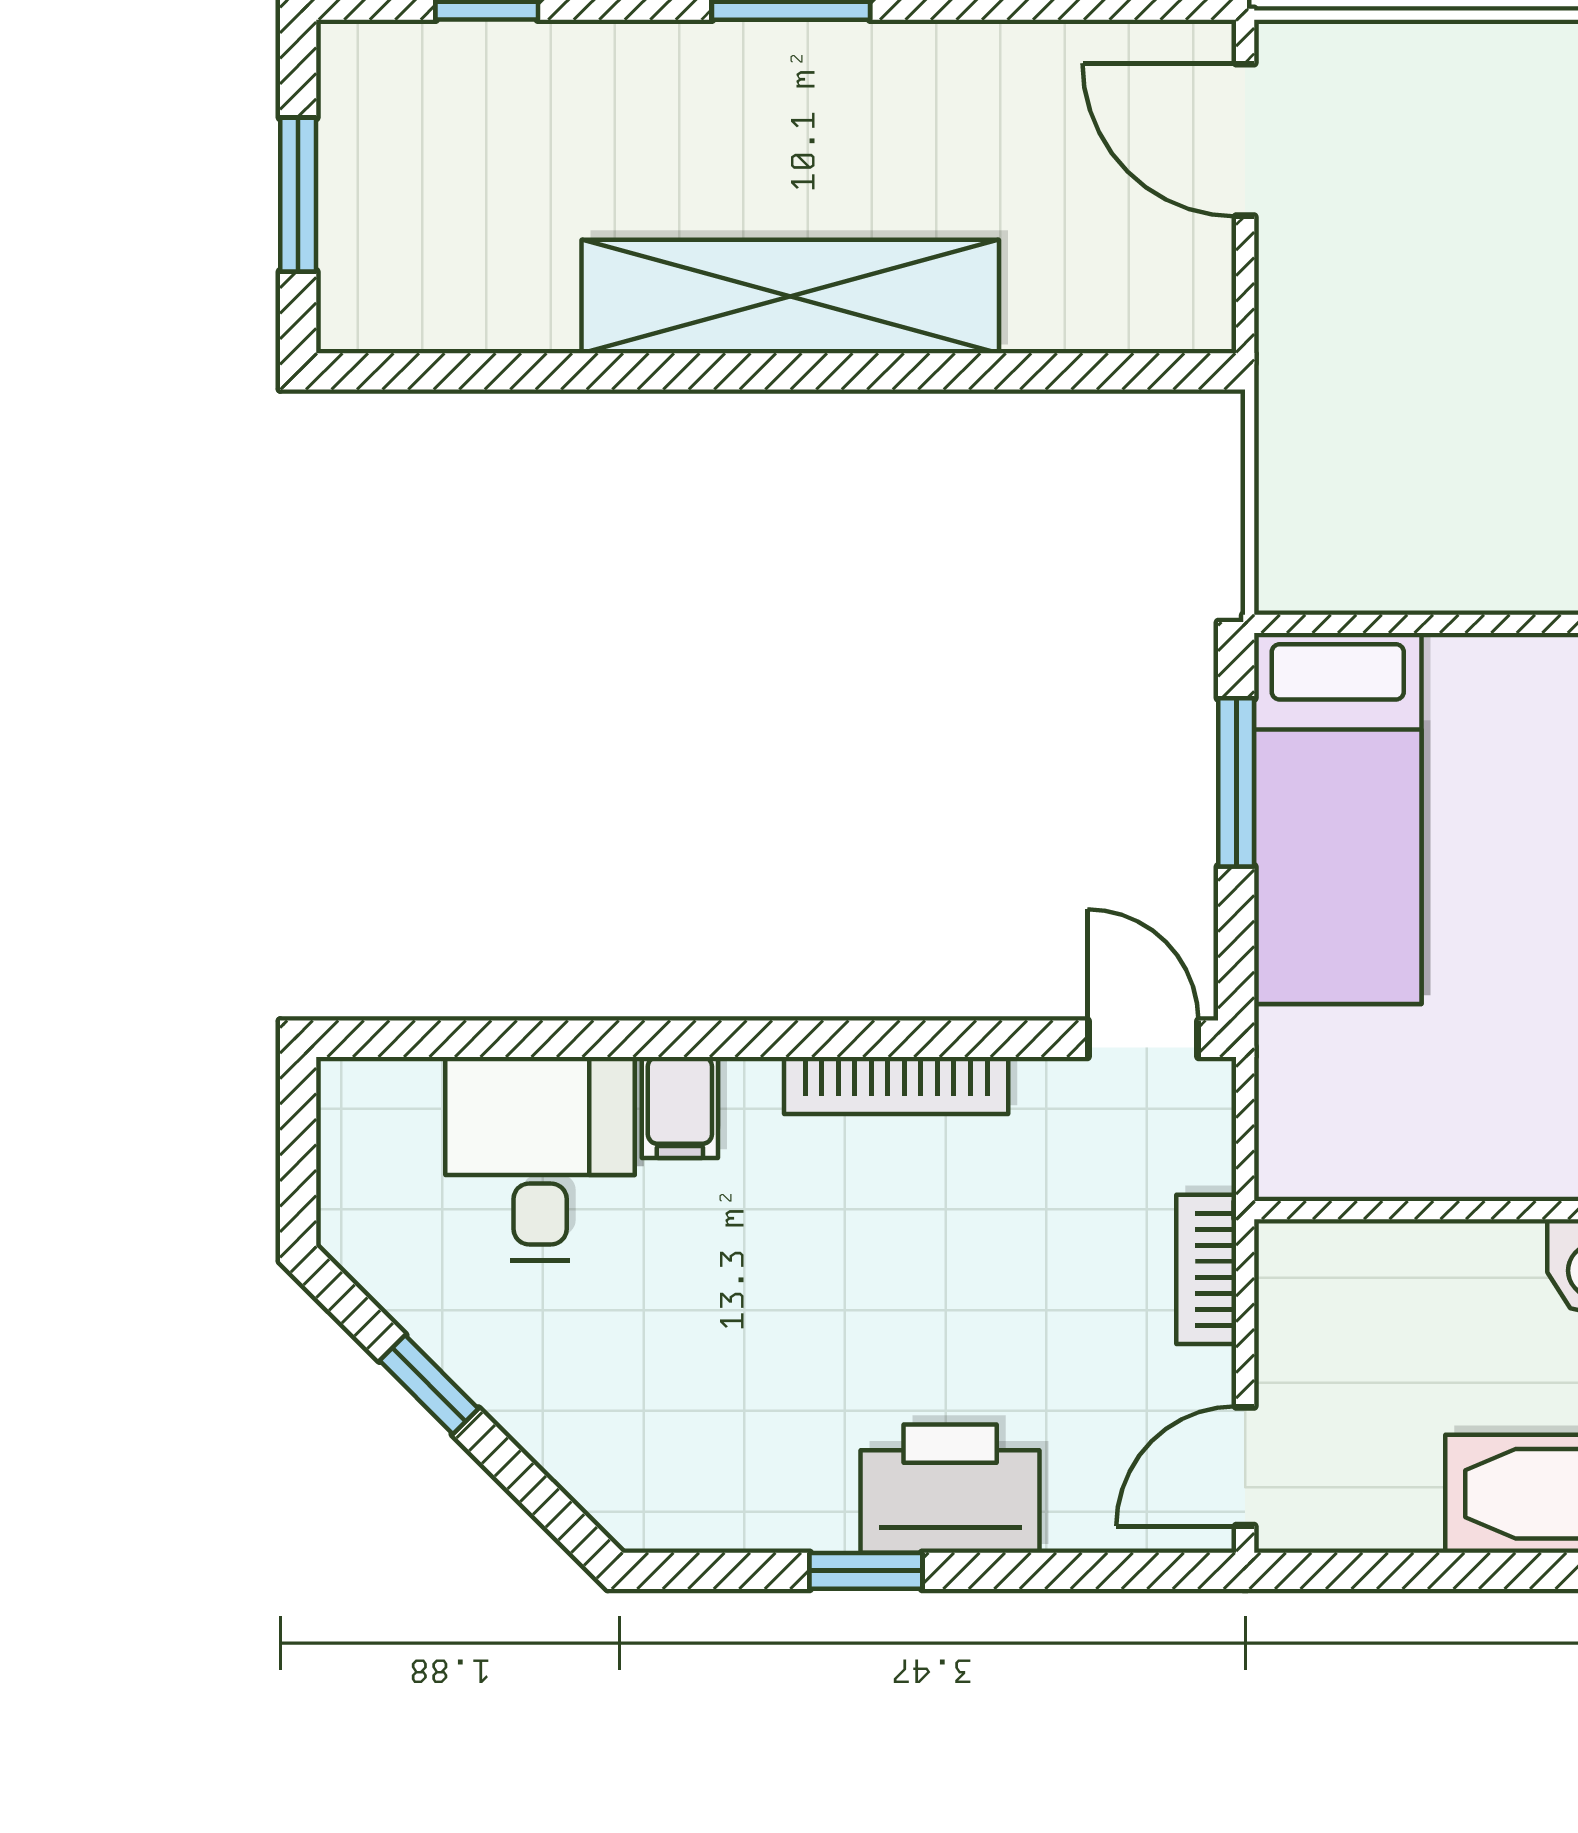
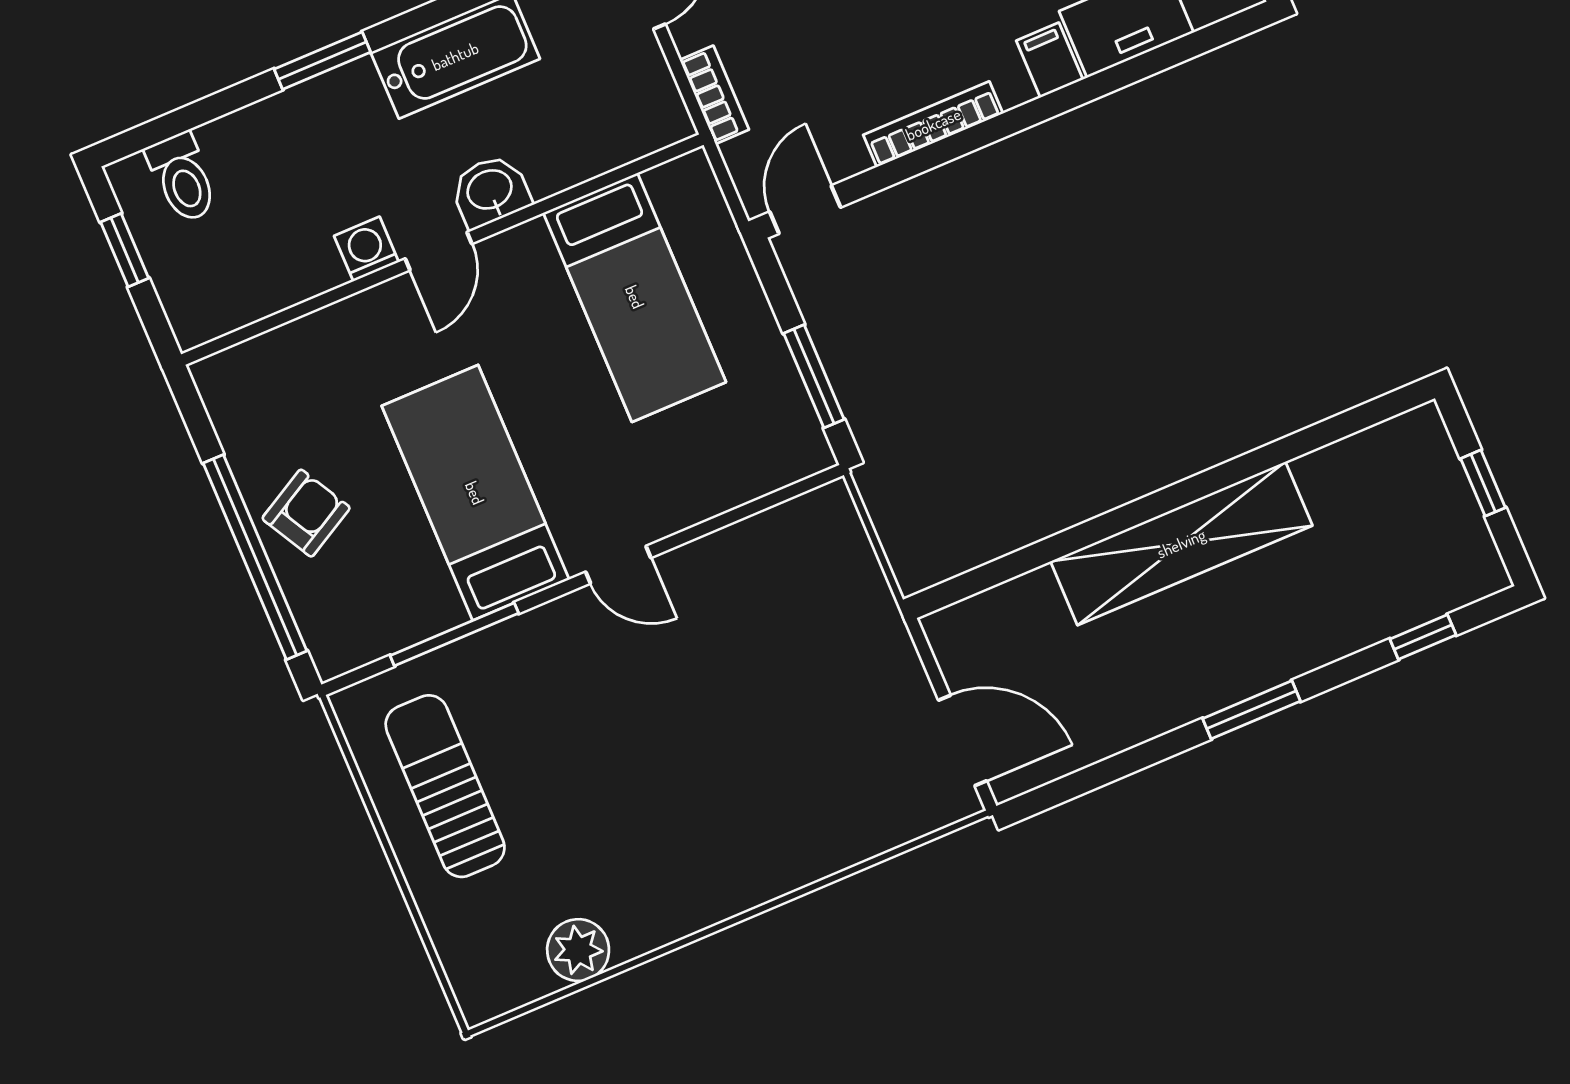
window: (298, 195) -> (1483, 483), width x0.67
bed: (1338, 819) -> (635, 297), moved, turned 180
door: (1143, 1039) -> (805, 210), swing flipped

